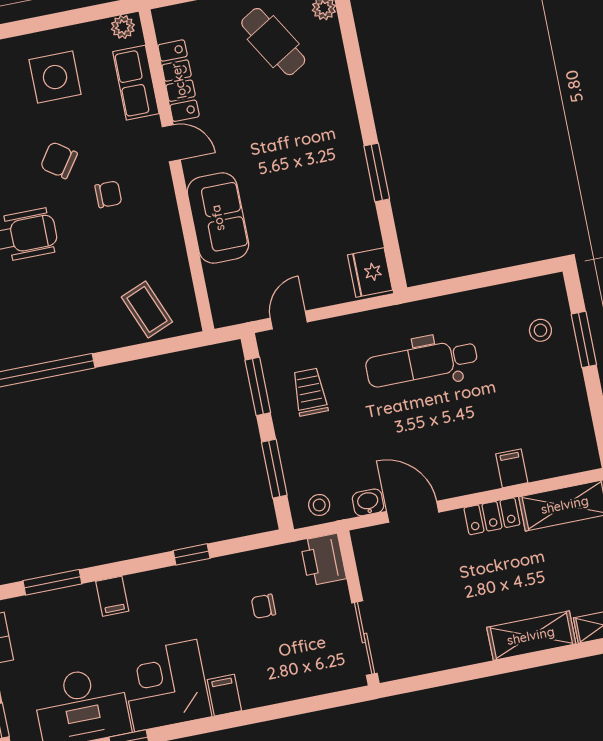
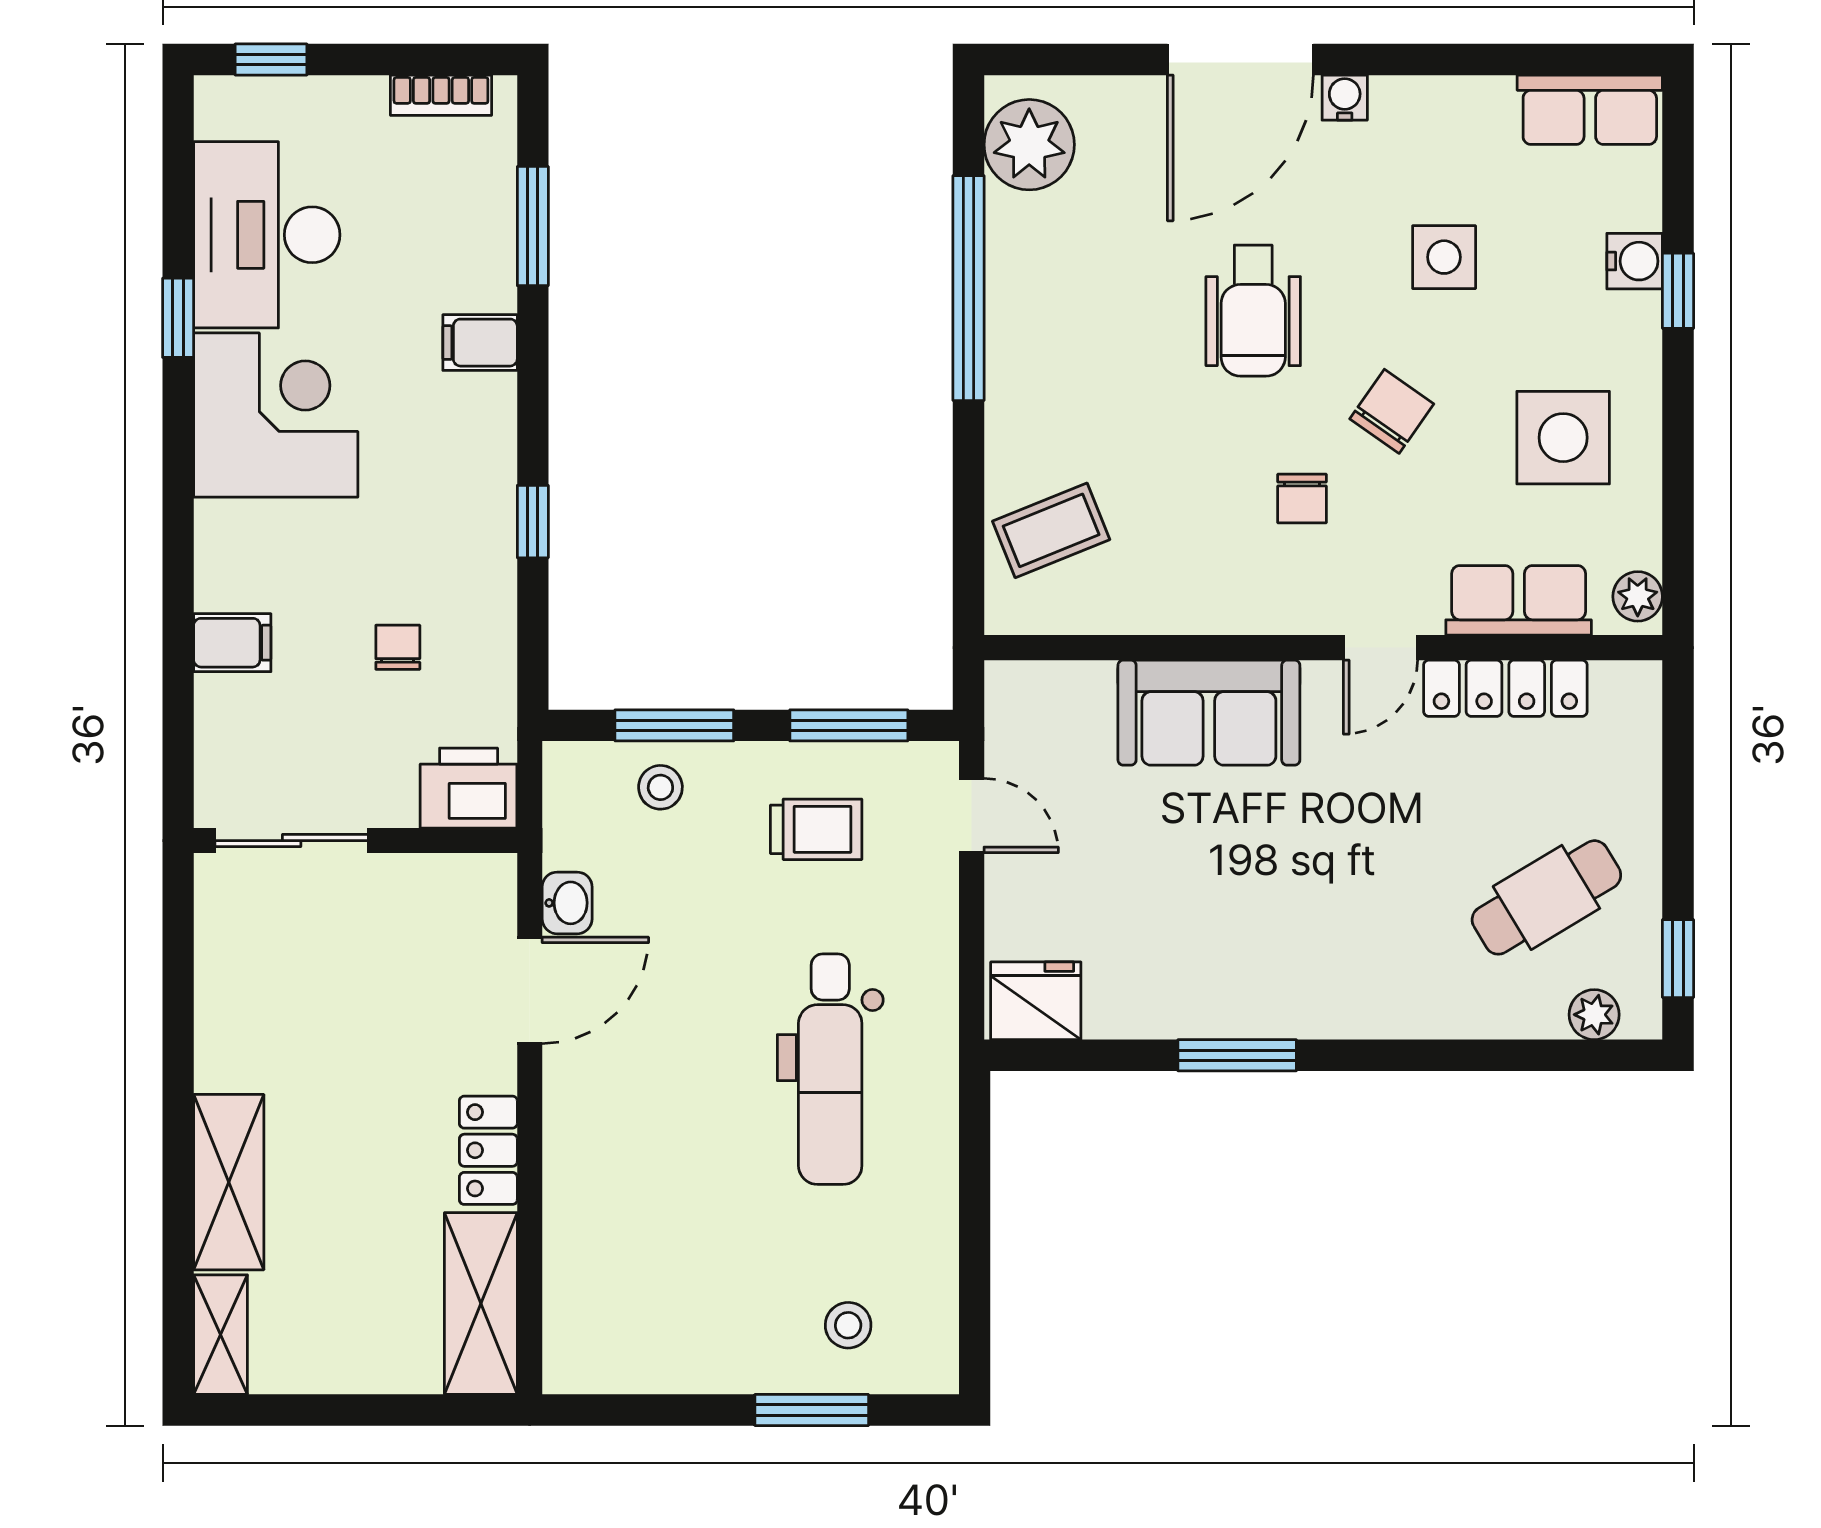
dental chair: (422, 363) -> (830, 1069), turned 180
filing cabinet: (512, 468) -> (578, 1210), removed
stool: (319, 505) -> (660, 787), moved
filing cabinet: (224, 695) -> (232, 643), moved

